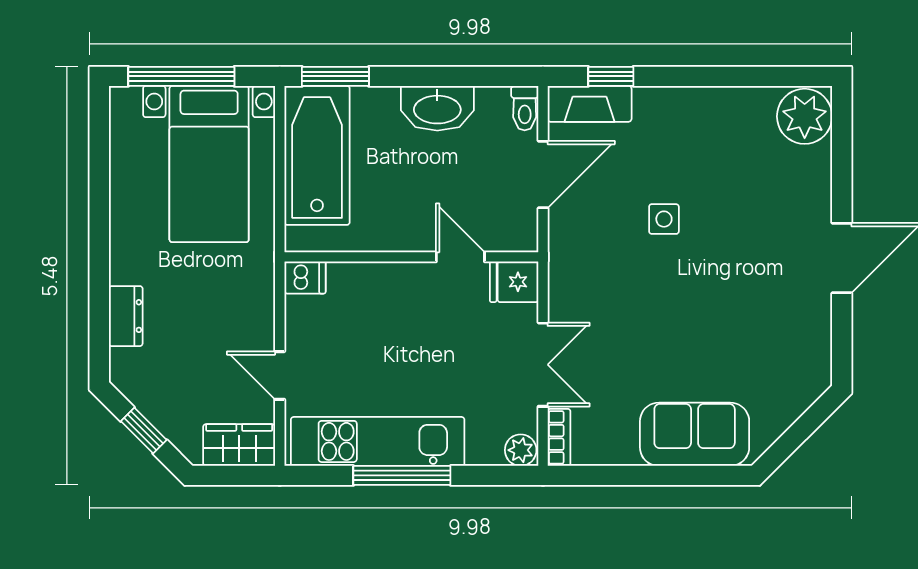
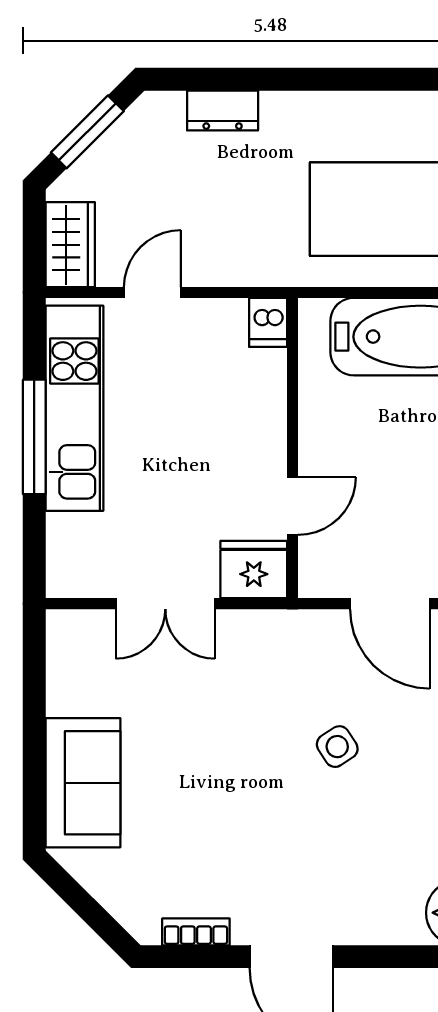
side table: (664, 219) -> (337, 747), turned -33
fridge: (514, 282) -> (254, 569), width x1.38
window: (144, 431) -> (87, 132), width x1.50
bookcase: (559, 437) -> (196, 932), moved, turned 180
plant: (521, 450) -> (64, 577), removed

